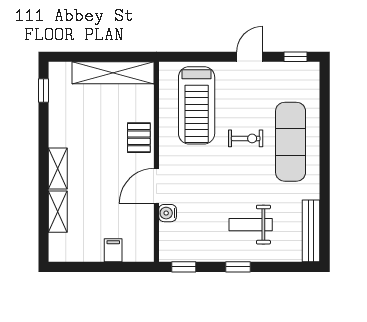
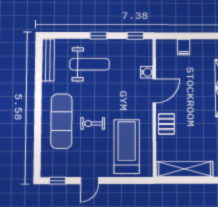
weight bench: (251, 225) -> (90, 64), width x1.36, depth x1.33

